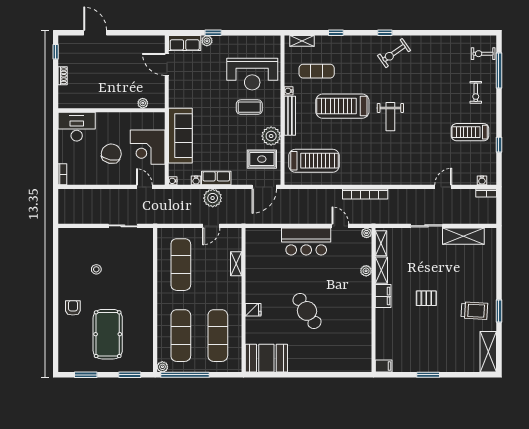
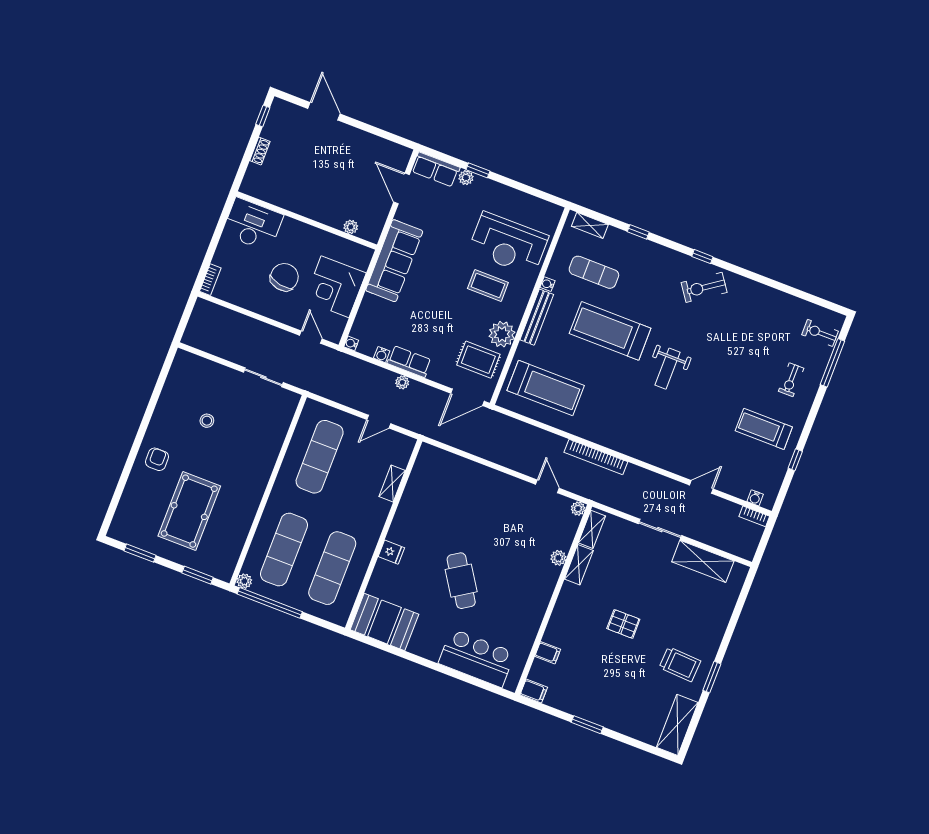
sofa: (180, 136) -> (394, 261), moved
plant: (213, 198) -> (402, 382), width x0.53, depth x0.53
bar counter: (306, 241) -> (477, 658), moved, turned 180
filing cabinet: (383, 296) -> (548, 653), moved, width x0.50

